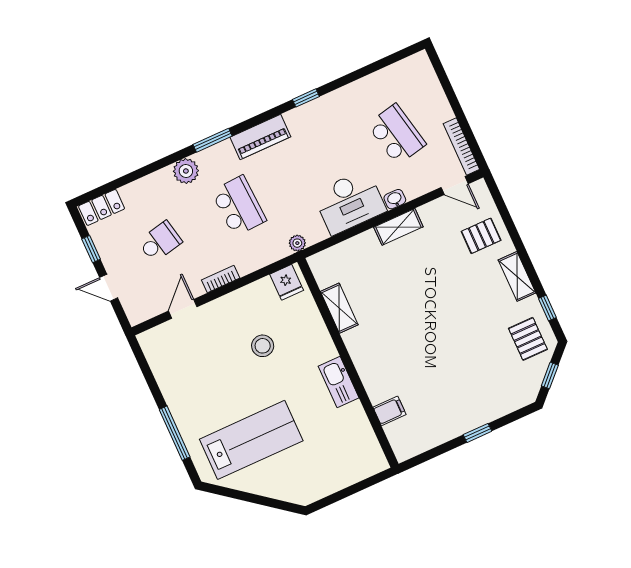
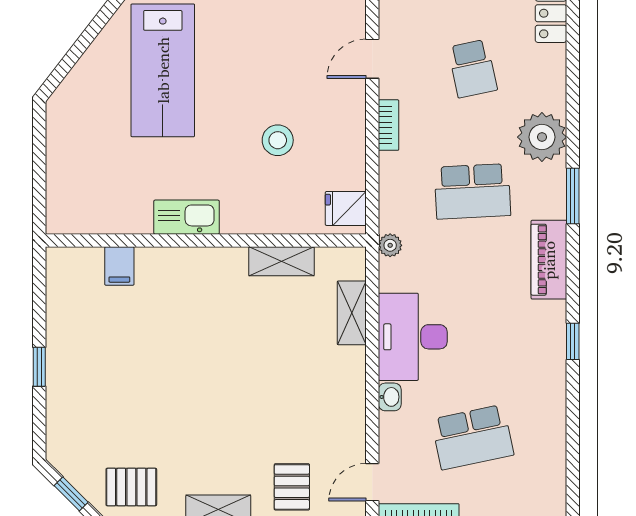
plant: (186, 171) -> (542, 137), width x1.36, depth x1.36
shelving: (398, 227) -> (352, 313), moved
door: (183, 309) -> (372, 59), swing flipped

